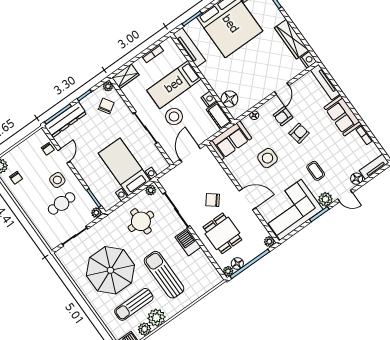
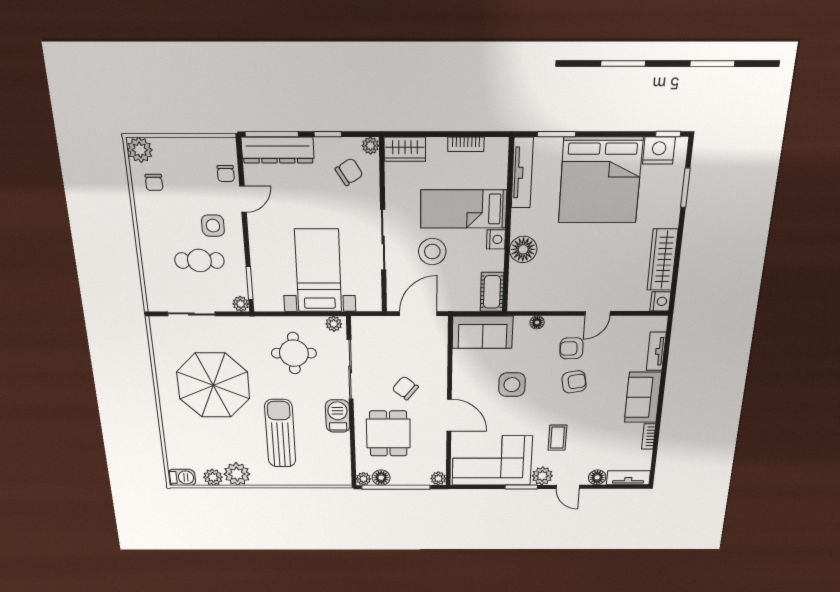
tv unit: (325, 82) -> (656, 351), width x0.71
nightstand: (209, 99) -> (496, 239), moved
floor lamp: (229, 99) -> (523, 249), moved
sun lounger: (134, 304) -> (218, 442), removed

